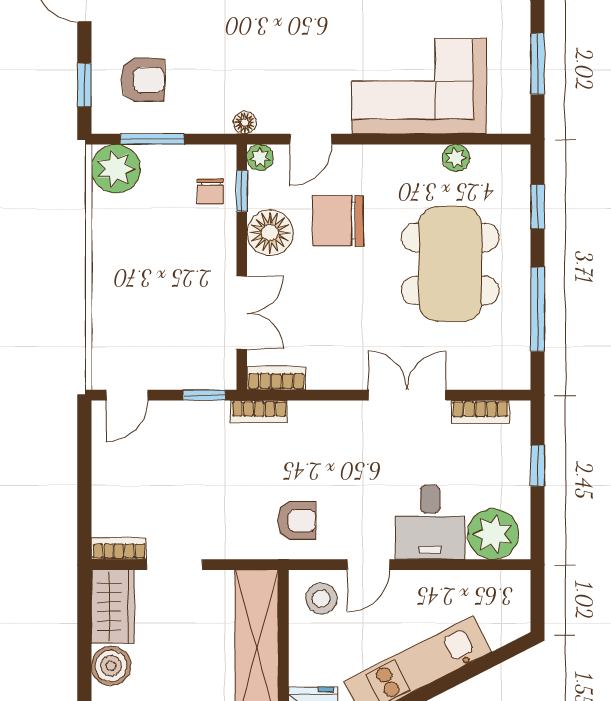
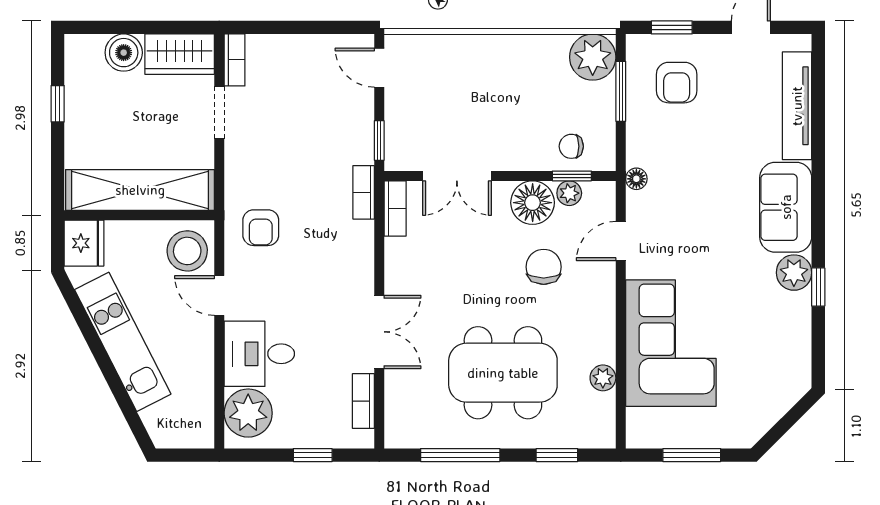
door: (311, 139) -> (621, 241), hinge flipped
plant: (260, 157) -> (569, 193), moved
chair: (338, 221) -> (544, 267), width x0.73, depth x0.73
stool: (321, 599) -> (187, 251), width x1.38, depth x1.38

